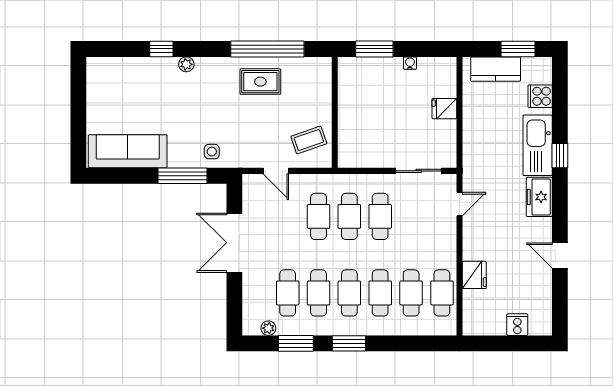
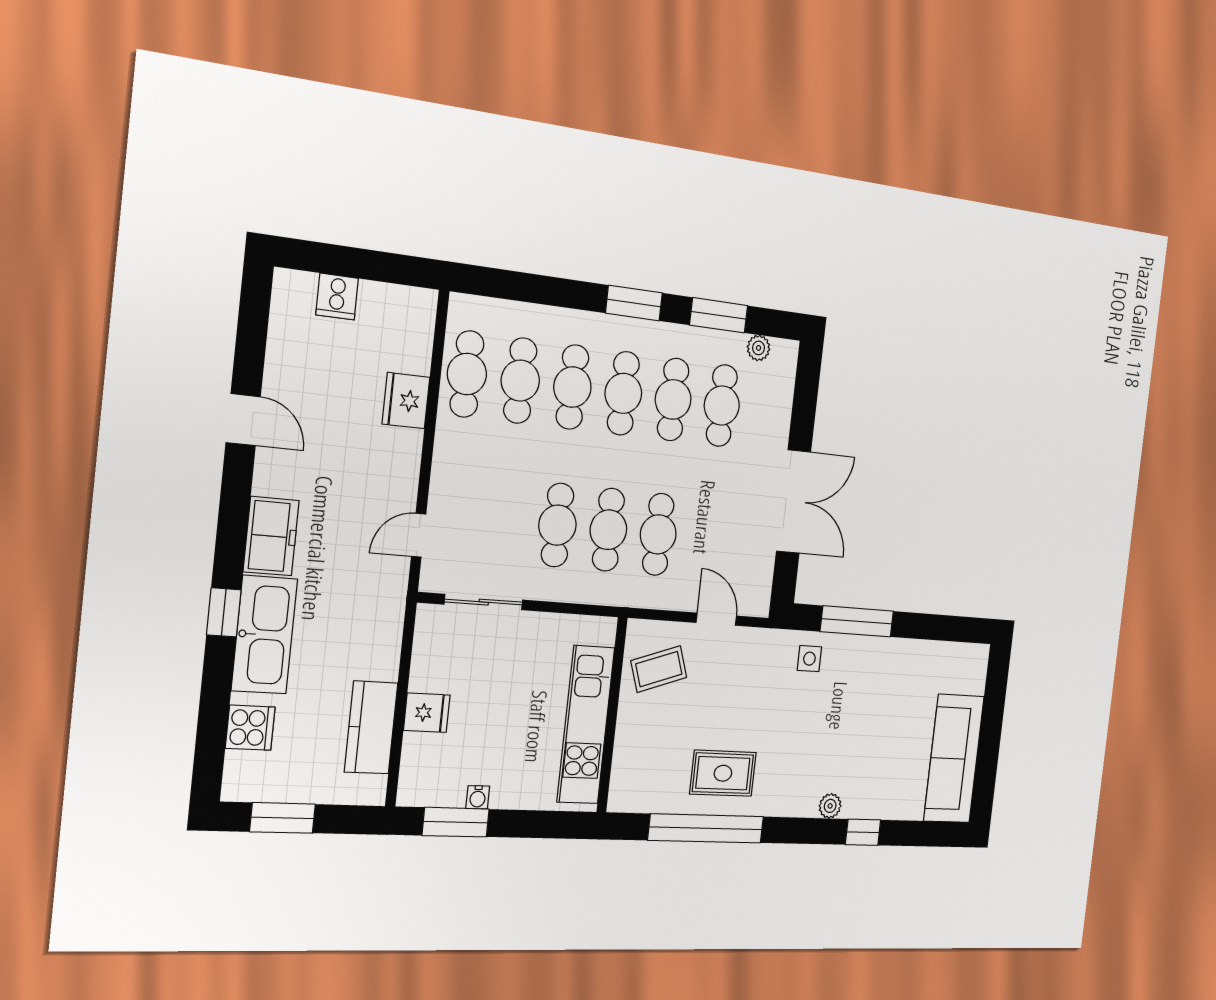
window: (374, 49) -> (456, 822), moved
kitchen counter: (496, 69) -> (371, 727), moved, turned -90
kitchen unit: (350, 106) -> (586, 725), added
sofa: (128, 151) -> (954, 759), moved, turned 90

